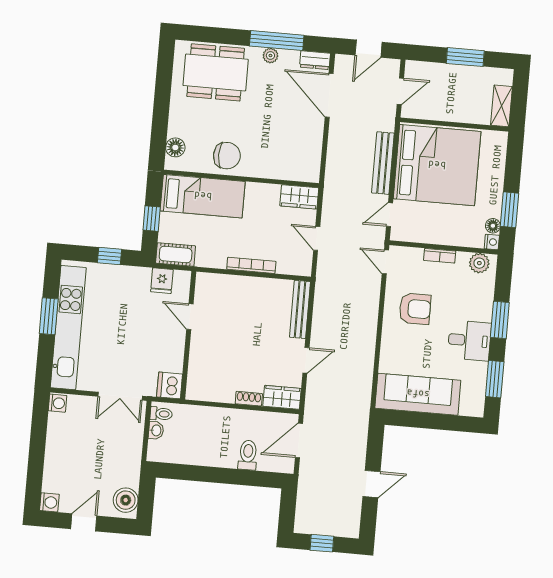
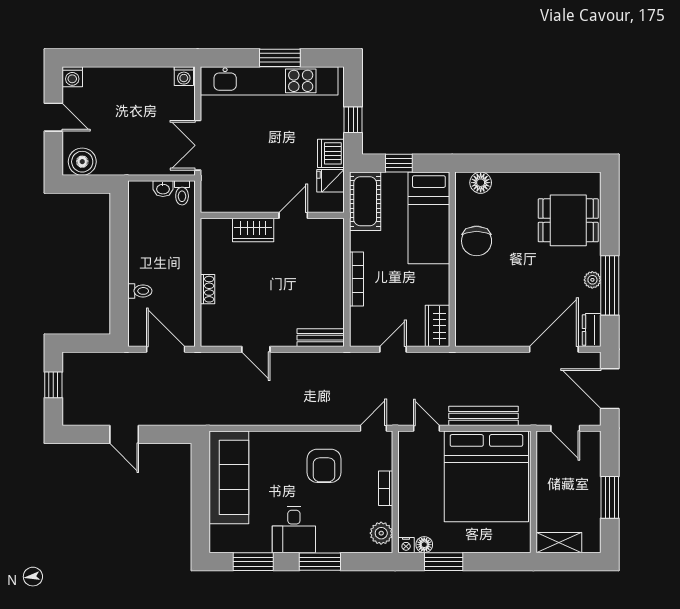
door: (369, 49) -> (610, 389), width x1.38
dining table: (216, 72) -> (568, 220), width x0.73
cot: (176, 254) -> (365, 201), width x1.37, depth x1.34
bench: (300, 309) -> (321, 338), width x0.73
dishwasher: (170, 385) -> (331, 153), moved, turned -90
wardrobe: (282, 397) -> (253, 230), moved, turned 90
toilet: (248, 455) -> (140, 291), width x0.73, depth x0.72

